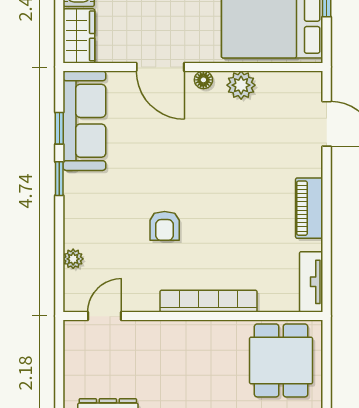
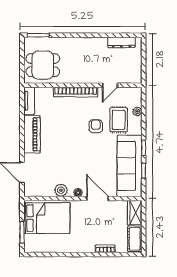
sofa: (84, 121) -> (130, 166), width x1.36, depth x1.27
piano: (309, 208) -> (32, 134), width x1.37, depth x1.33
rug: (114, 240) -> (119, 120), added
door: (105, 316) -> (110, 85), moved
dining table: (281, 360) -> (43, 65), turned 90

